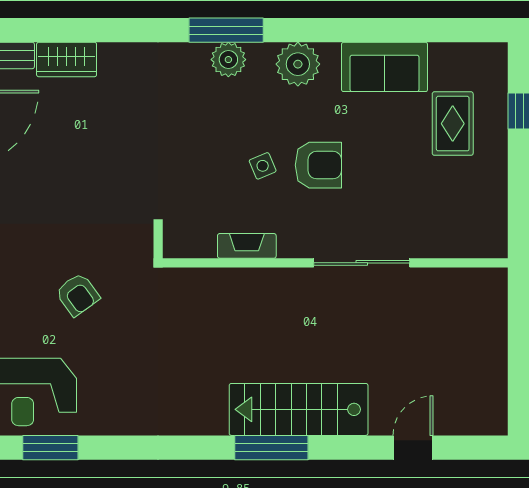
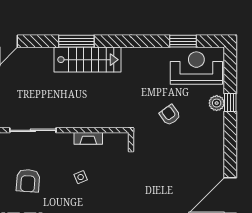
armchair: (318, 165) -> (28, 181), moved, turned -86
stairs: (299, 409) -> (88, 60), moved

